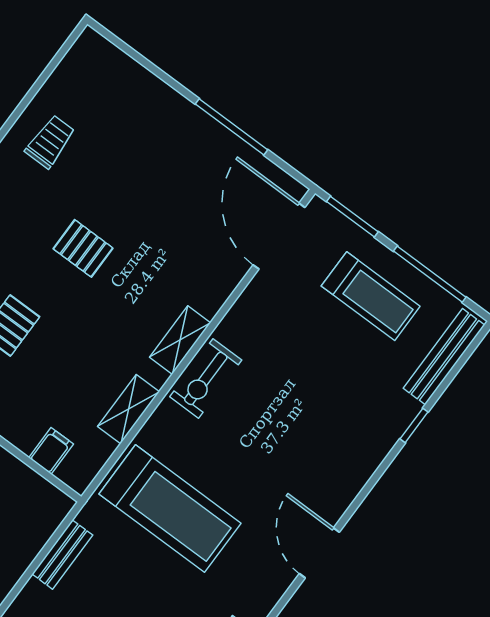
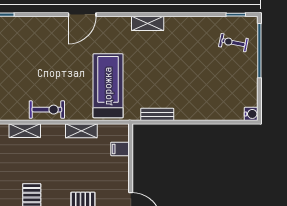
shelving: (180, 340) -> (25, 131), moved

